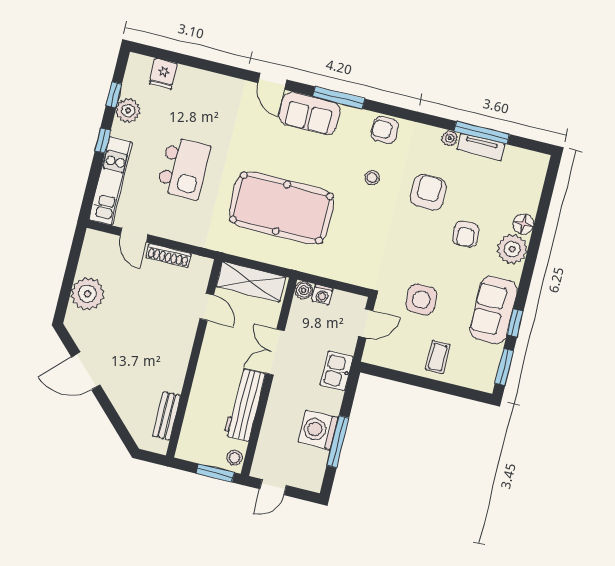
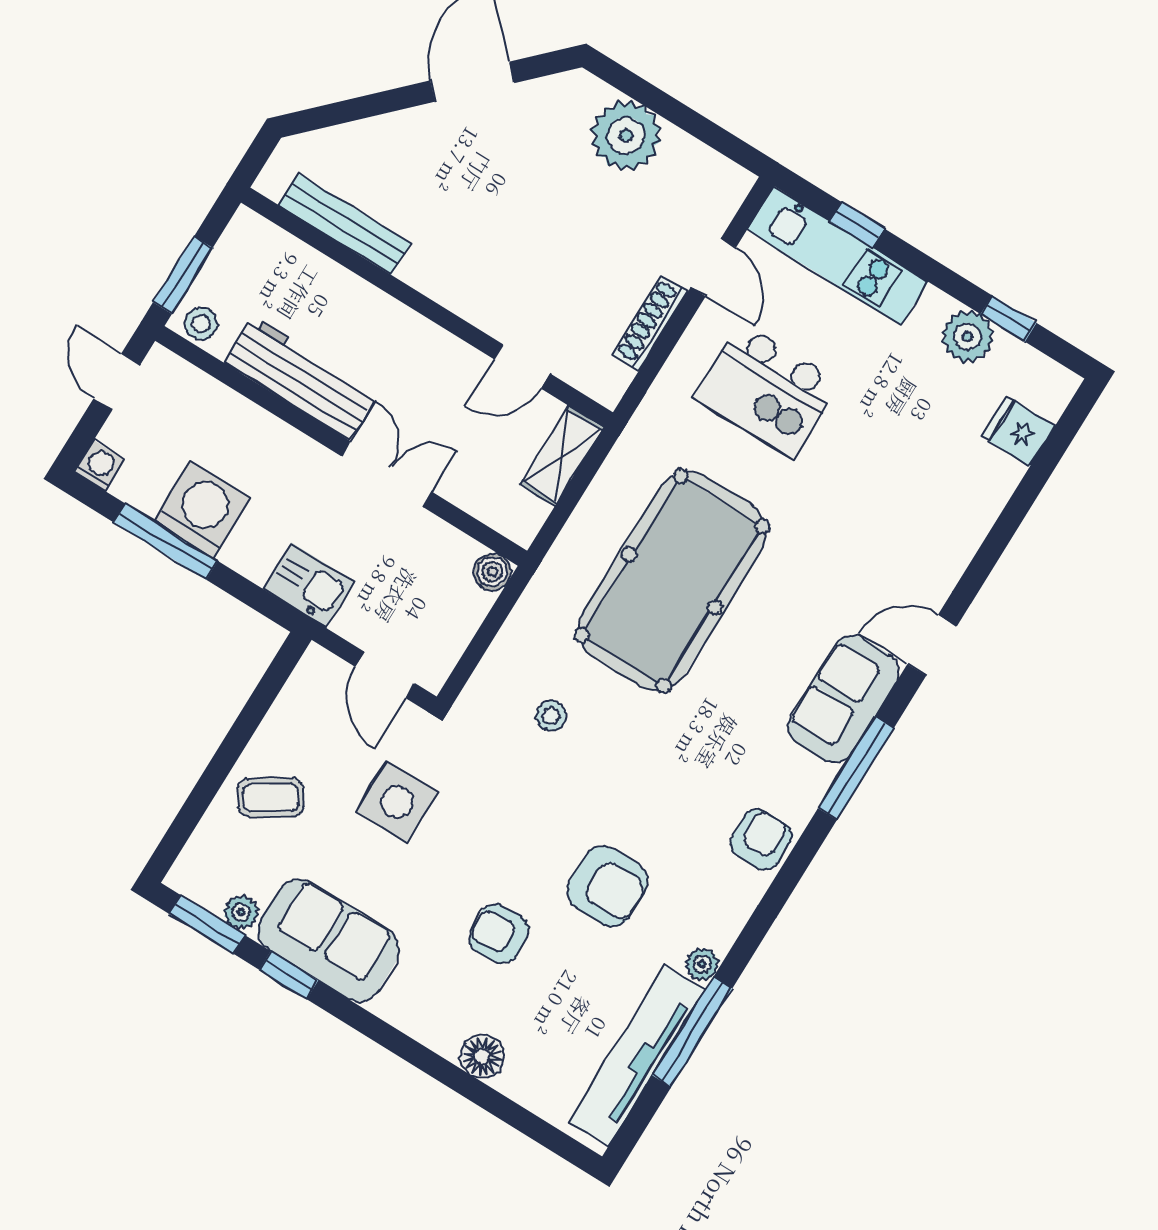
window: (103, 141) -> (857, 225), moved
tv unit: (481, 147) -> (637, 1056), width x1.92, depth x1.29
kitchen island: (184, 168) -> (767, 390), moved
stool: (372, 178) -> (551, 716), moved
door: (134, 235) -> (713, 267), swing flipped
plant: (512, 249) -> (241, 912), moved, width x0.53, depth x0.53
shelving: (251, 282) -> (562, 456), width x0.67, depth x0.75
washing machine: (322, 295) -> (100, 466), moved, turned 90
coffee table: (438, 357) -> (271, 797), turned -32
bench: (167, 416) -> (345, 224), width x1.36

